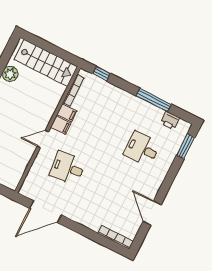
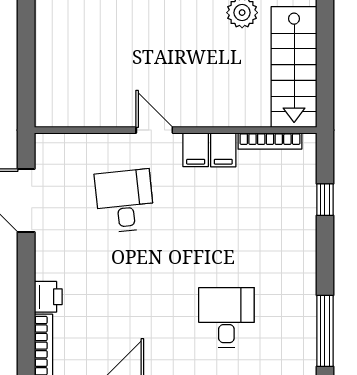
window: (101, 74) -> (325, 200), moved
window: (154, 100) -> (325, 331), moved
printer: (170, 120) -> (48, 297), moved, turned 180

